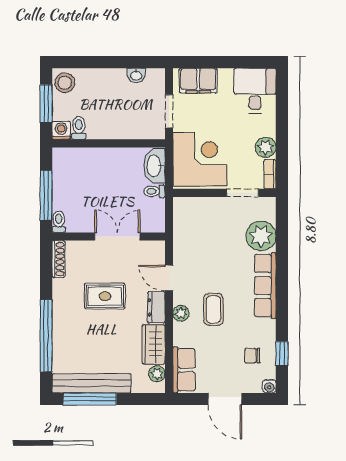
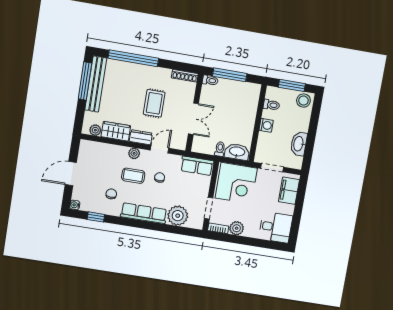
washbasin: (136, 75) -> (299, 144), width x1.91, depth x1.45
washing machine: (61, 130) -> (266, 125), moved
chair: (210, 271) -> (160, 177), added
chair: (252, 356) -> (111, 194), moved
row of seats: (184, 370) -> (197, 166), moved

